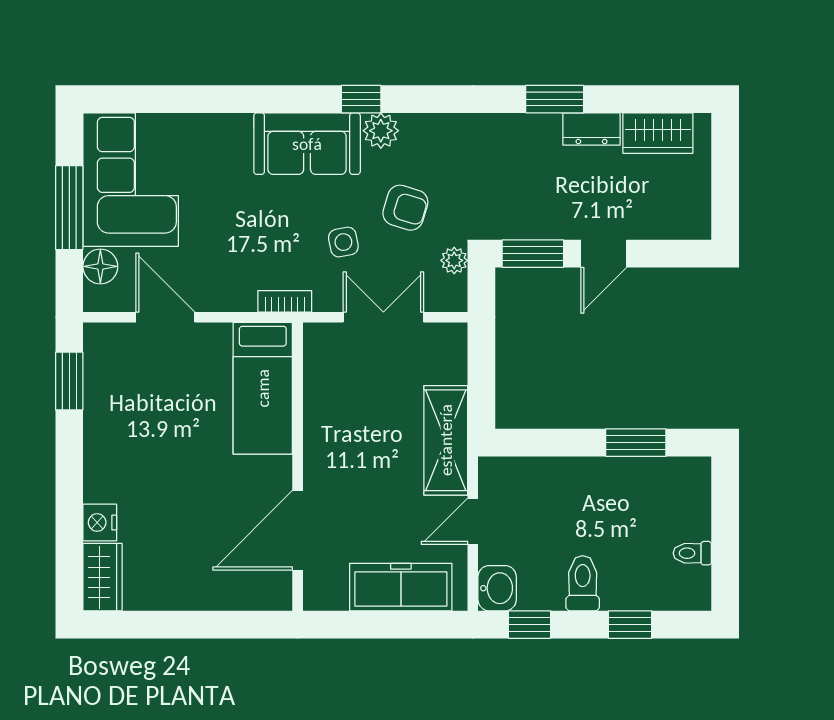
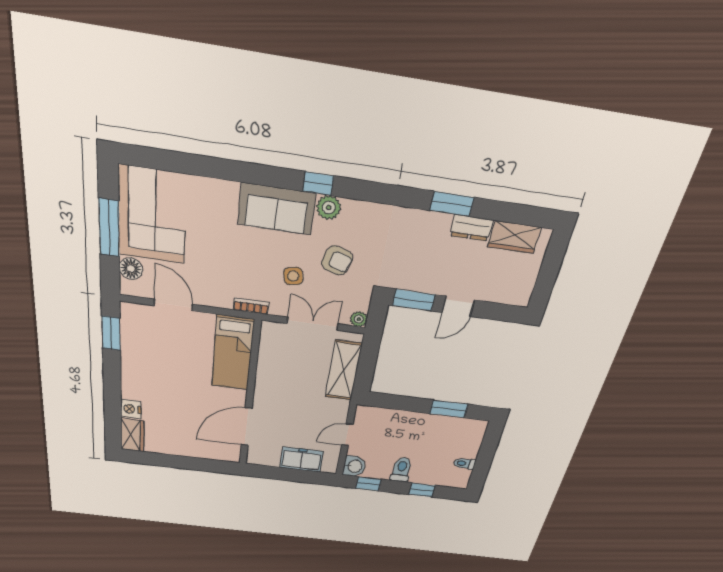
plant: (454, 260) -> (359, 319), moved
shelving: (446, 440) -> (344, 371), moved
freezer: (401, 587) -> (301, 460), width x0.71

